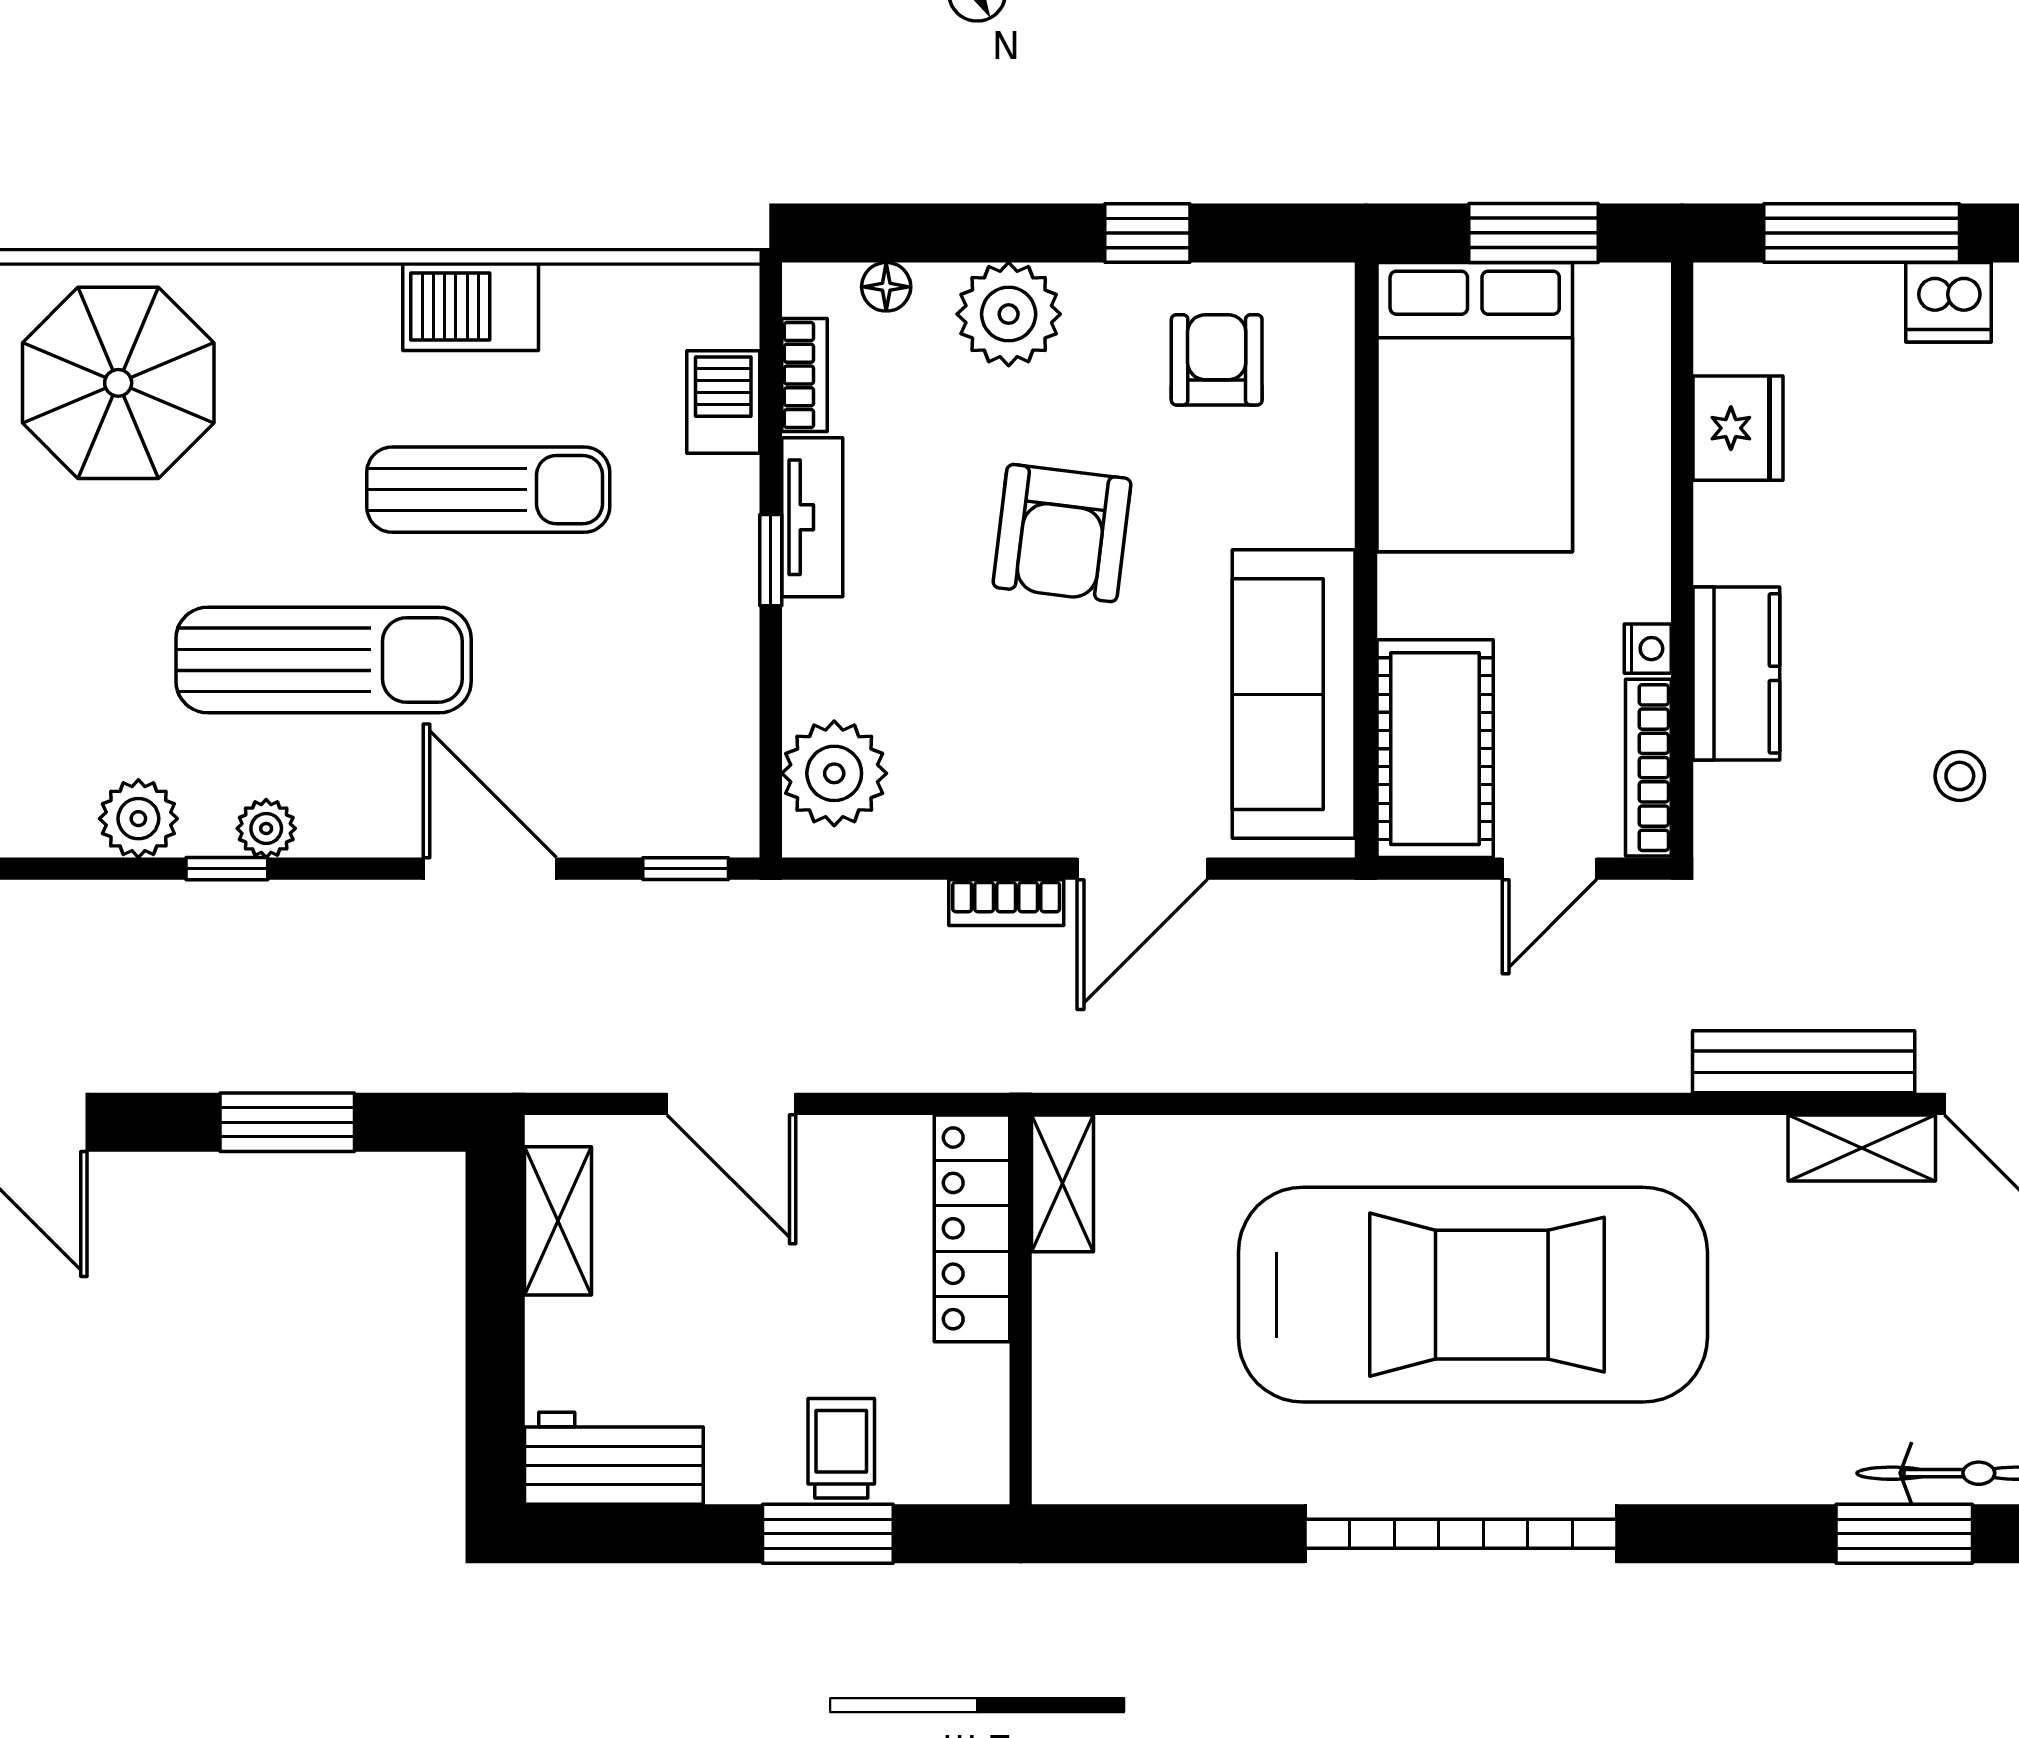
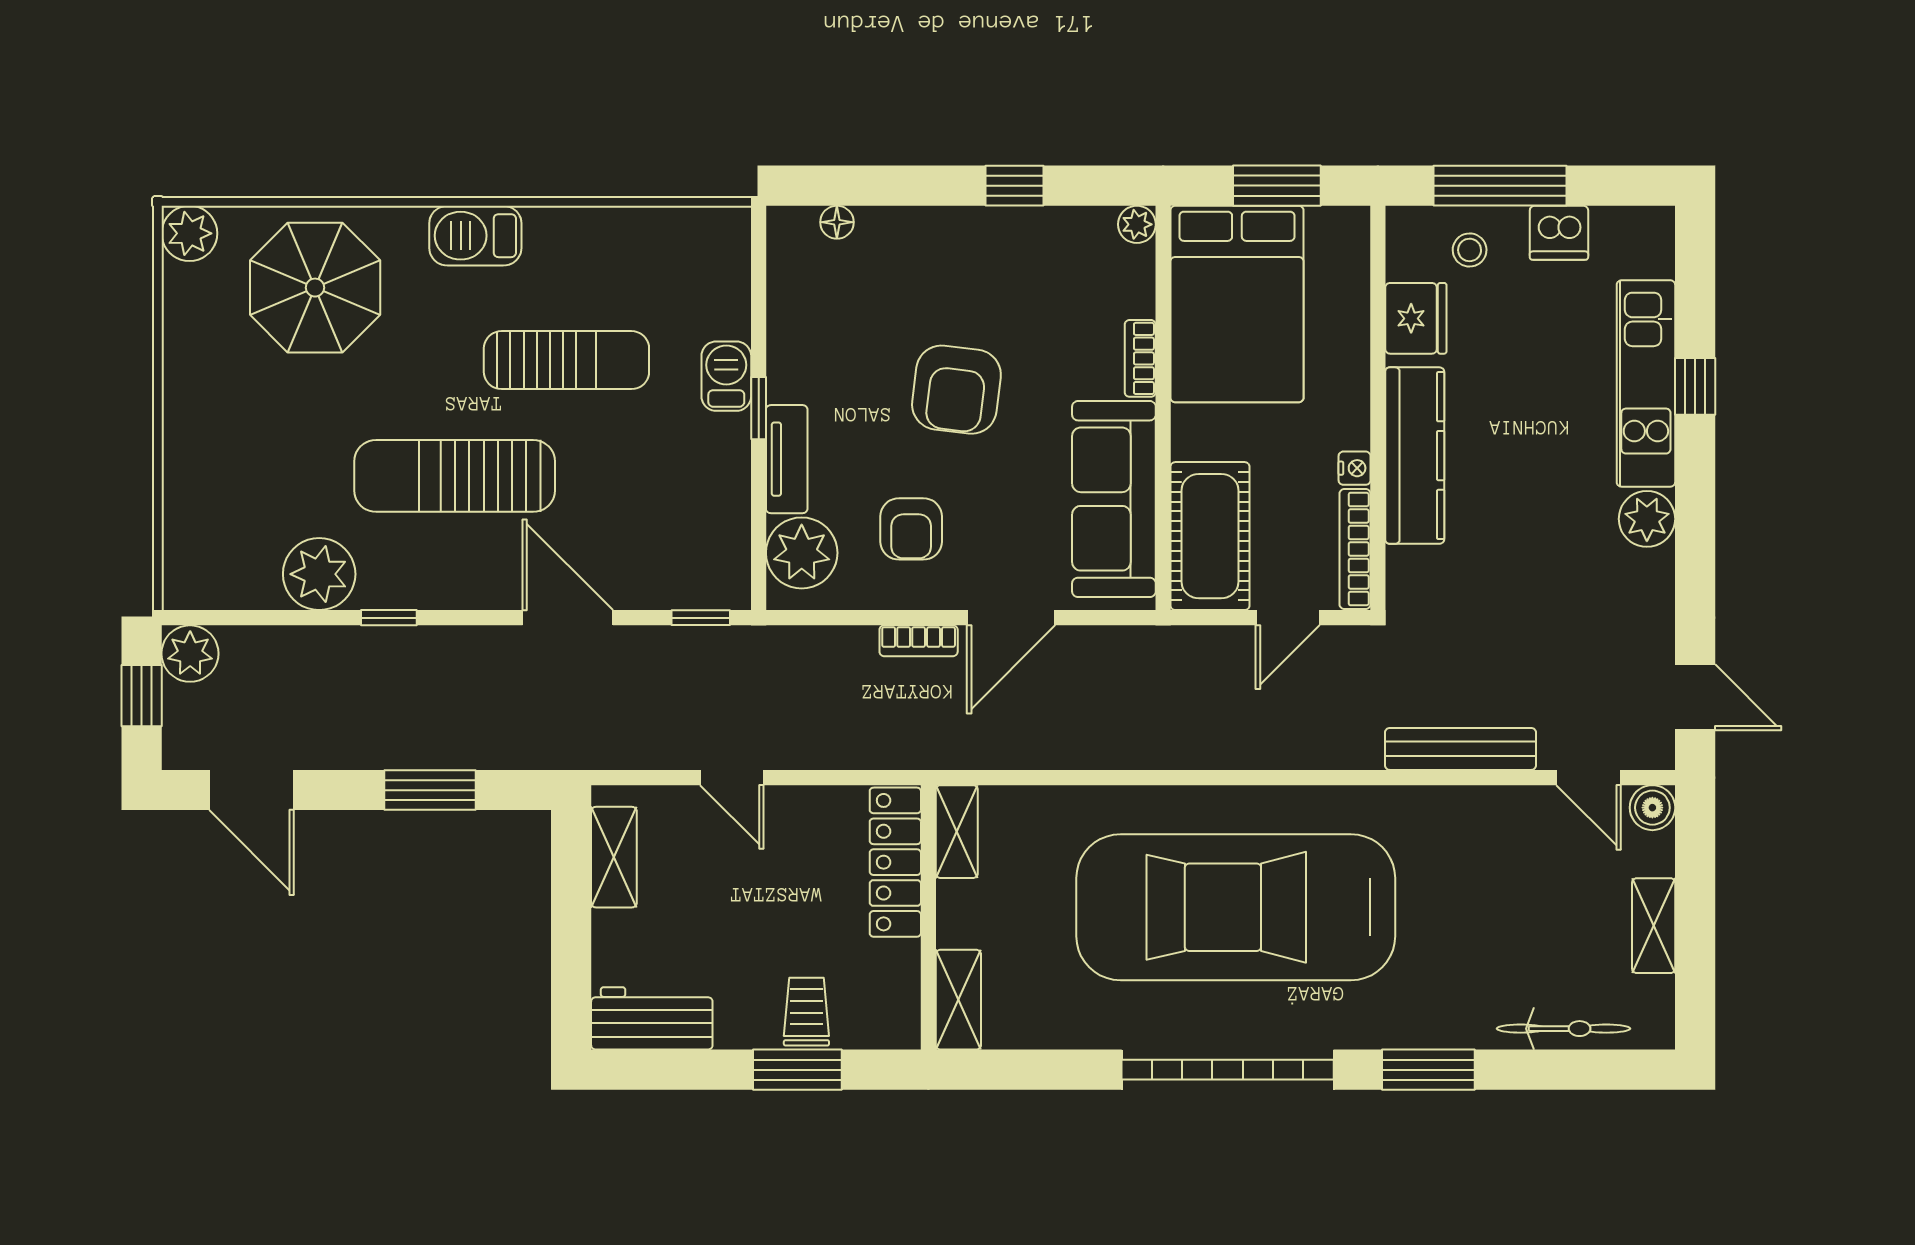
barbecue: (471, 307) -> (475, 236), moved
plant: (1009, 314) -> (1137, 224), moved, width x0.53, depth x0.53
armchair: (1217, 360) -> (911, 529), moved, turned 180
bookcase: (804, 375) -> (1140, 358), moved, turned 180
barbecue: (723, 402) -> (726, 376), moved
tv unit: (812, 517) -> (787, 459), moved
sun lounger: (324, 660) -> (455, 476), turned 180
kitchen counter: (1736, 673) -> (1415, 456), width x1.50
stool: (1960, 776) -> (1470, 250), moved
plant: (138, 819) -> (319, 574), width x1.36, depth x1.36
plant: (266, 828) -> (416, 590), removed
door: (731, 1104) -> (732, 778), width x0.73
shelving: (1862, 1148) -> (958, 1000), moved, turned 90
car: (1473, 1295) -> (1236, 907), turned 180
window: (1904, 1534) -> (1428, 1070), moved

